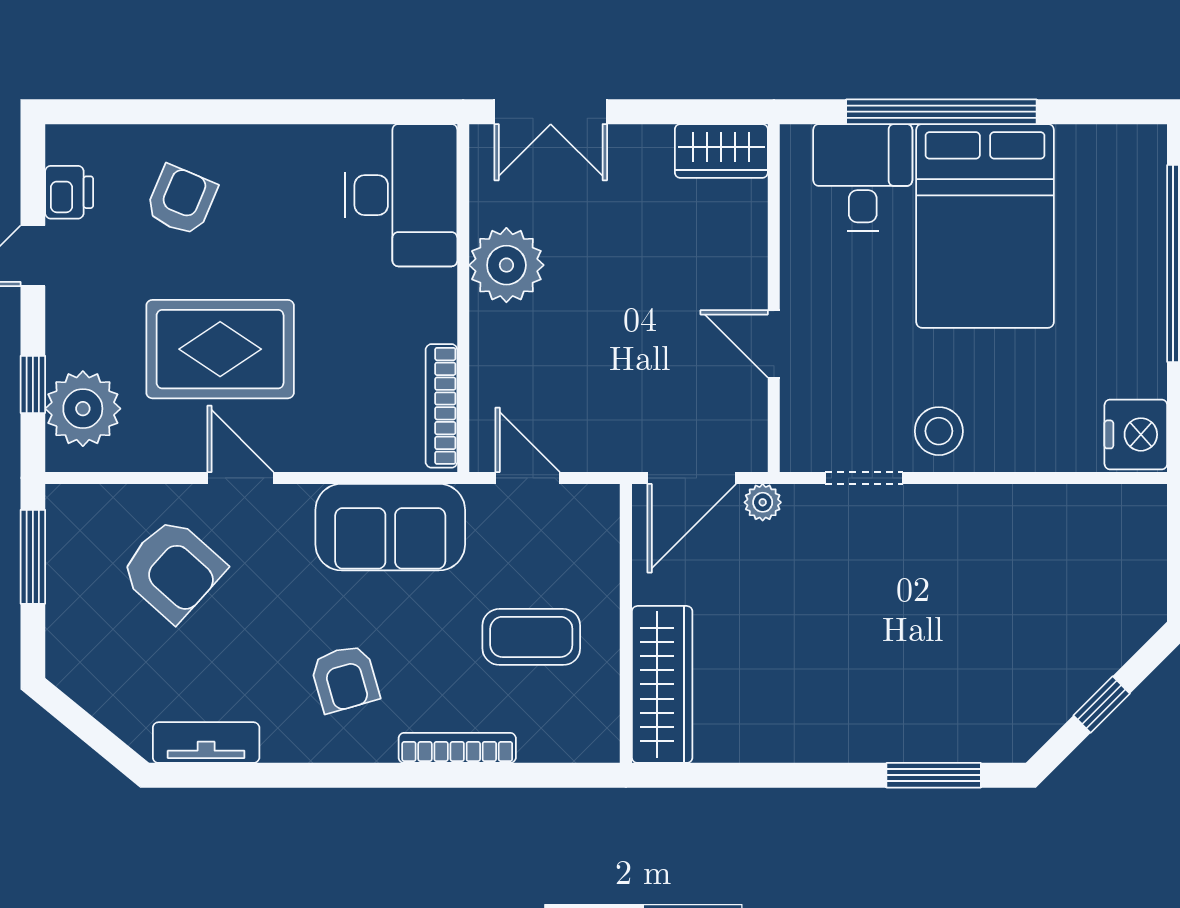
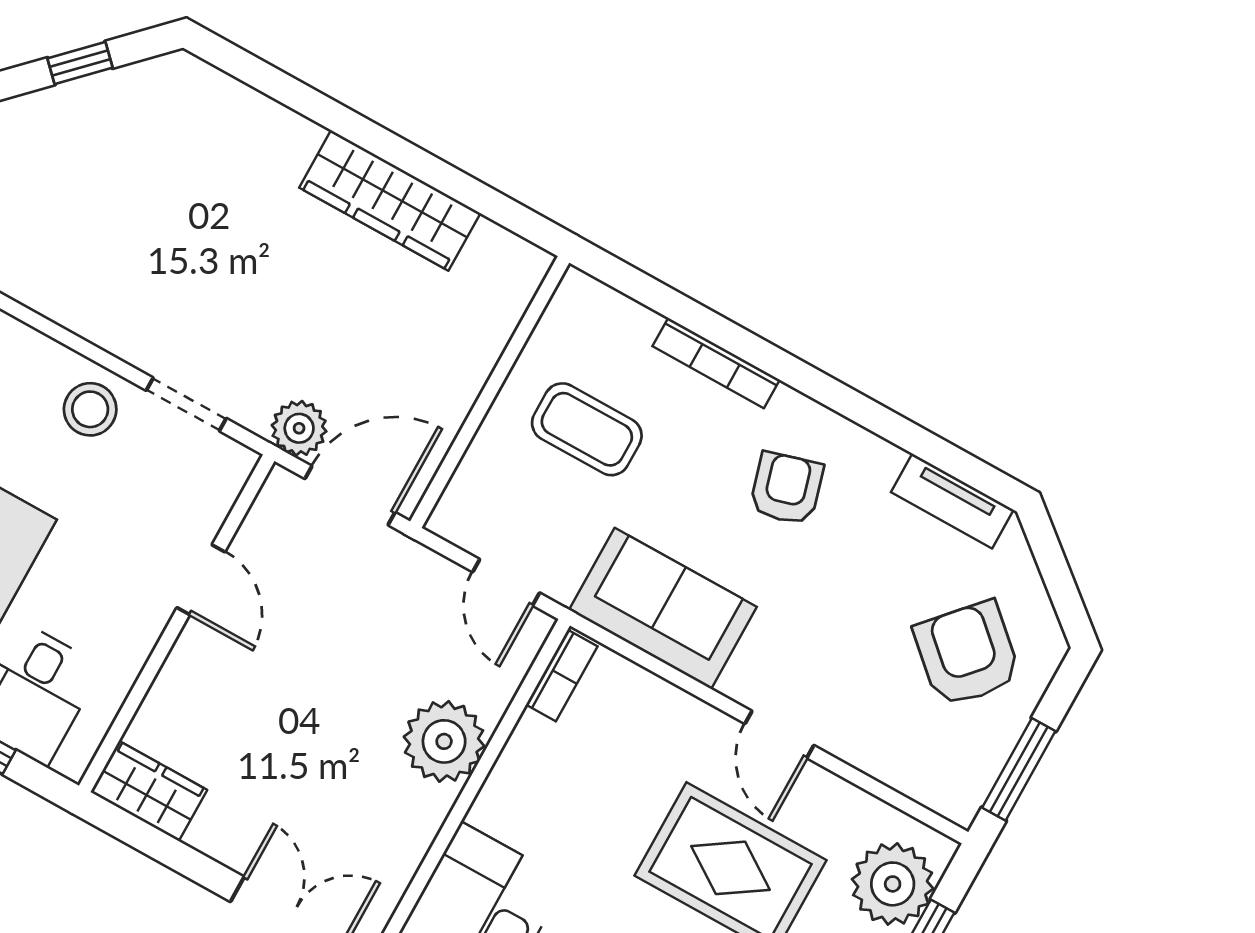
plant: (506, 265) -> (444, 741), moved
bookcase: (441, 406) -> (562, 675), width x0.64
plant: (763, 502) -> (299, 428), width x1.38, depth x1.38
armchair: (173, 570) -> (967, 654), moved
wardrobe: (662, 684) -> (390, 200), moved, turned -90
window: (934, 775) -> (277, 85), removed

